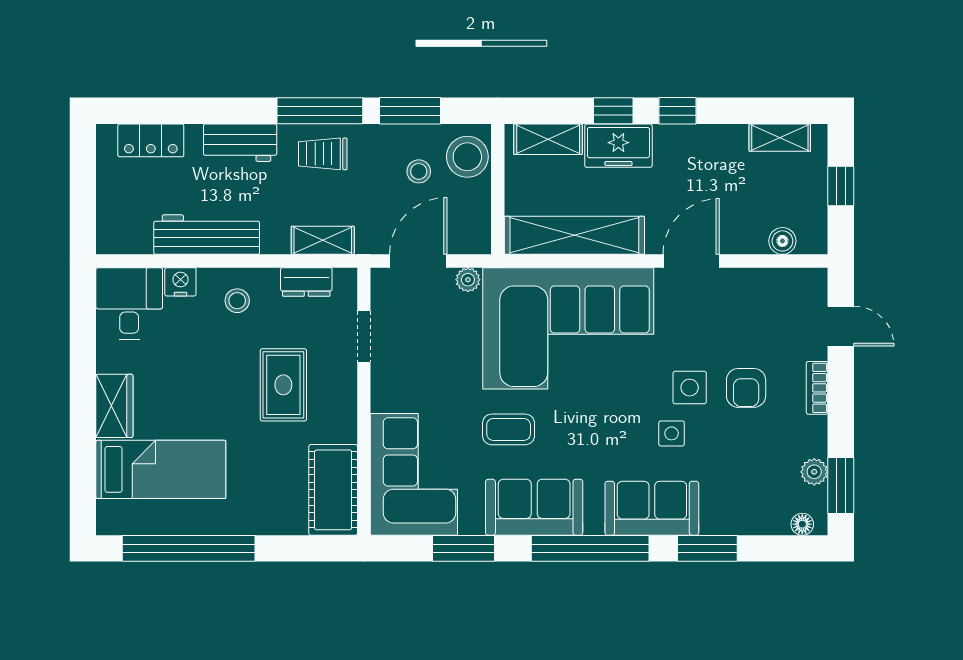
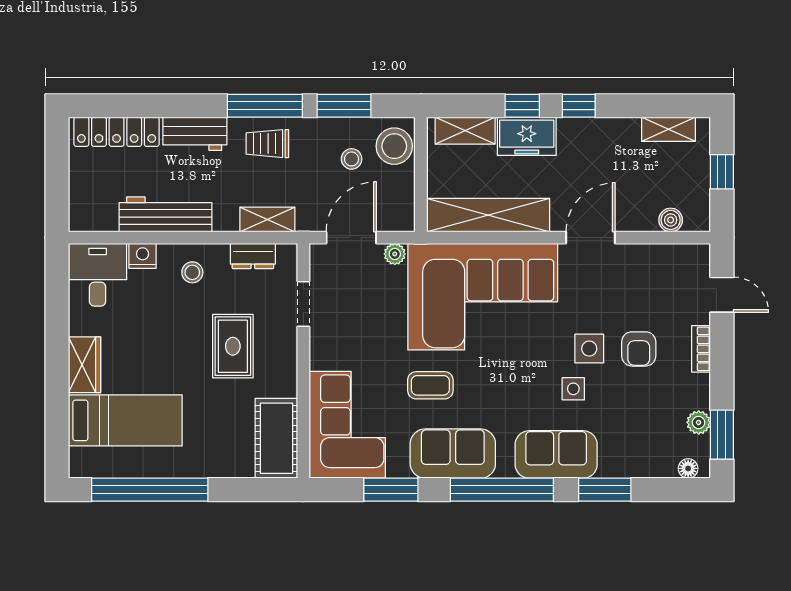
locker: (151, 140) -> (117, 132), width x1.53

